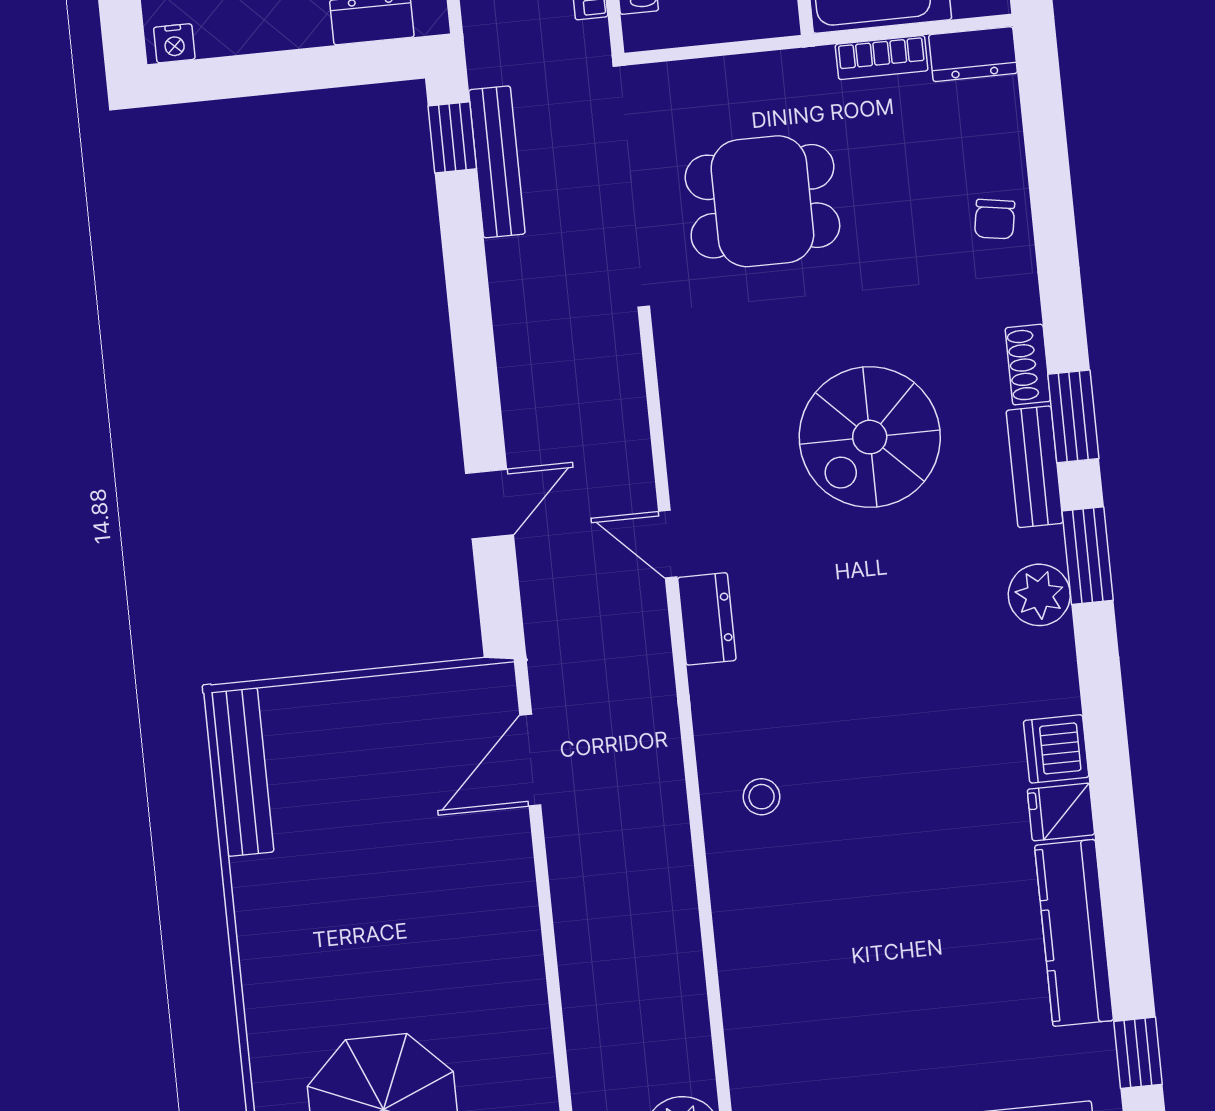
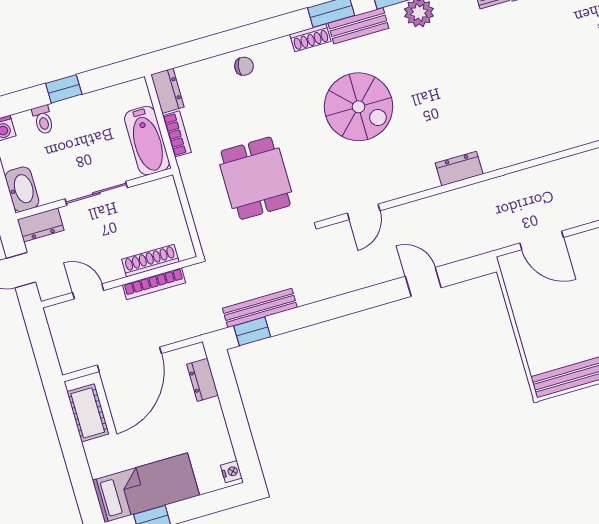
door: (668, 544) -> (364, 212), moved
stool: (762, 797) -> (539, 127), removed

